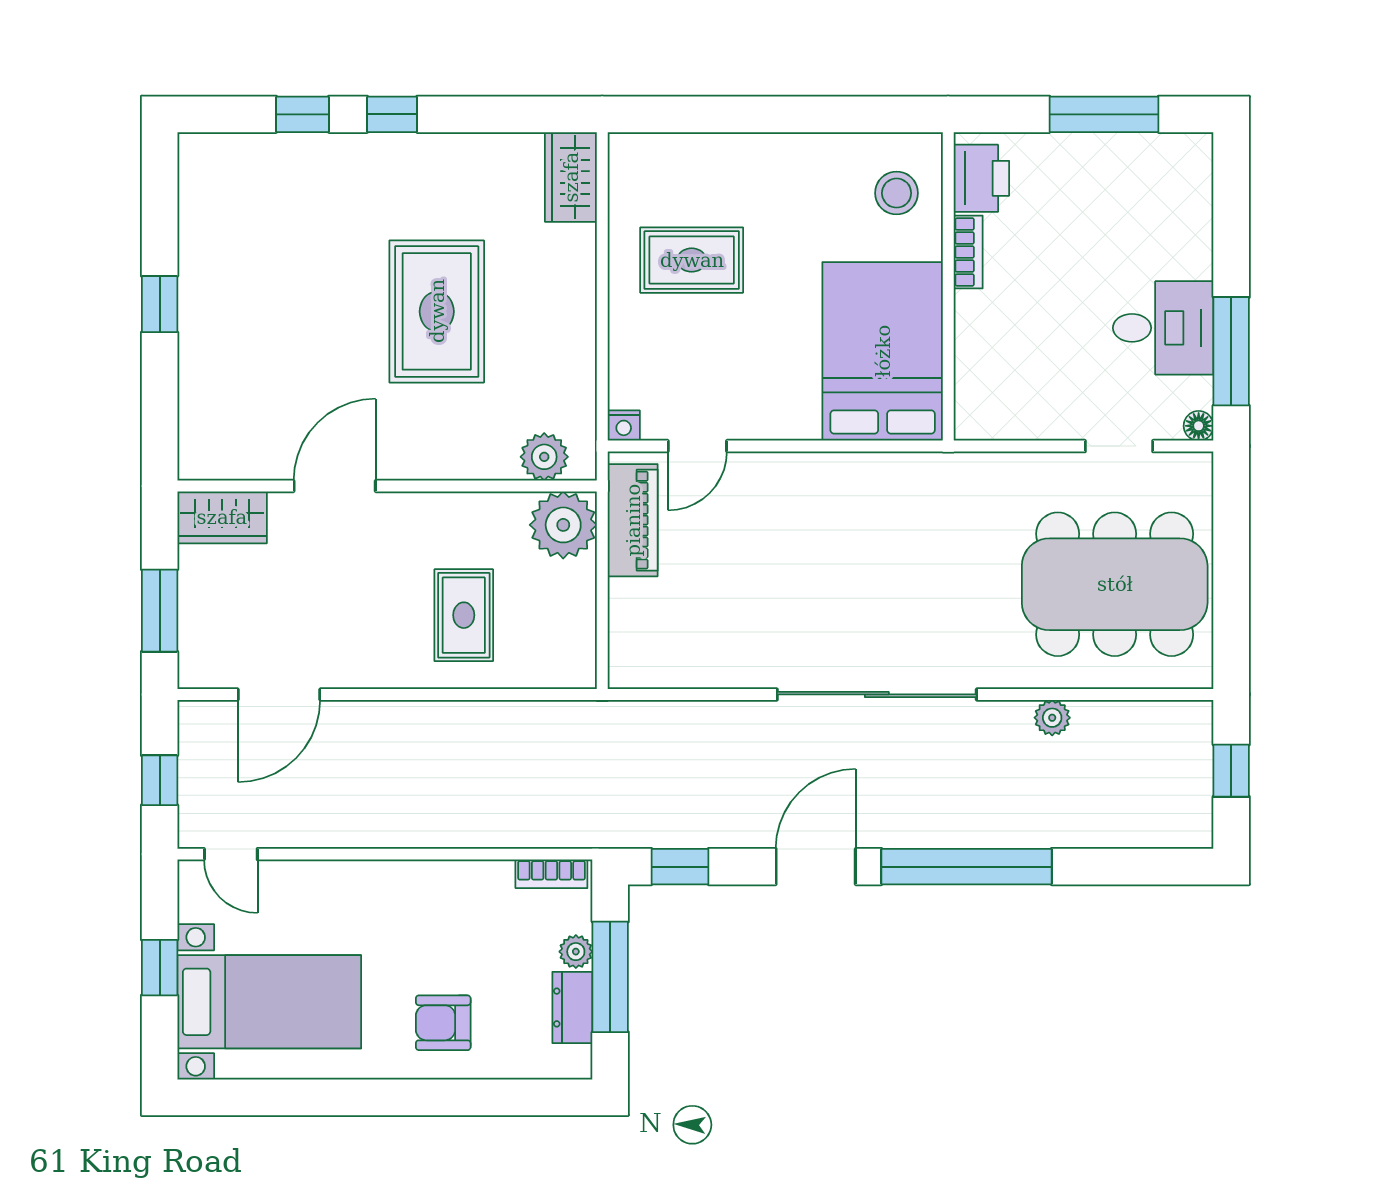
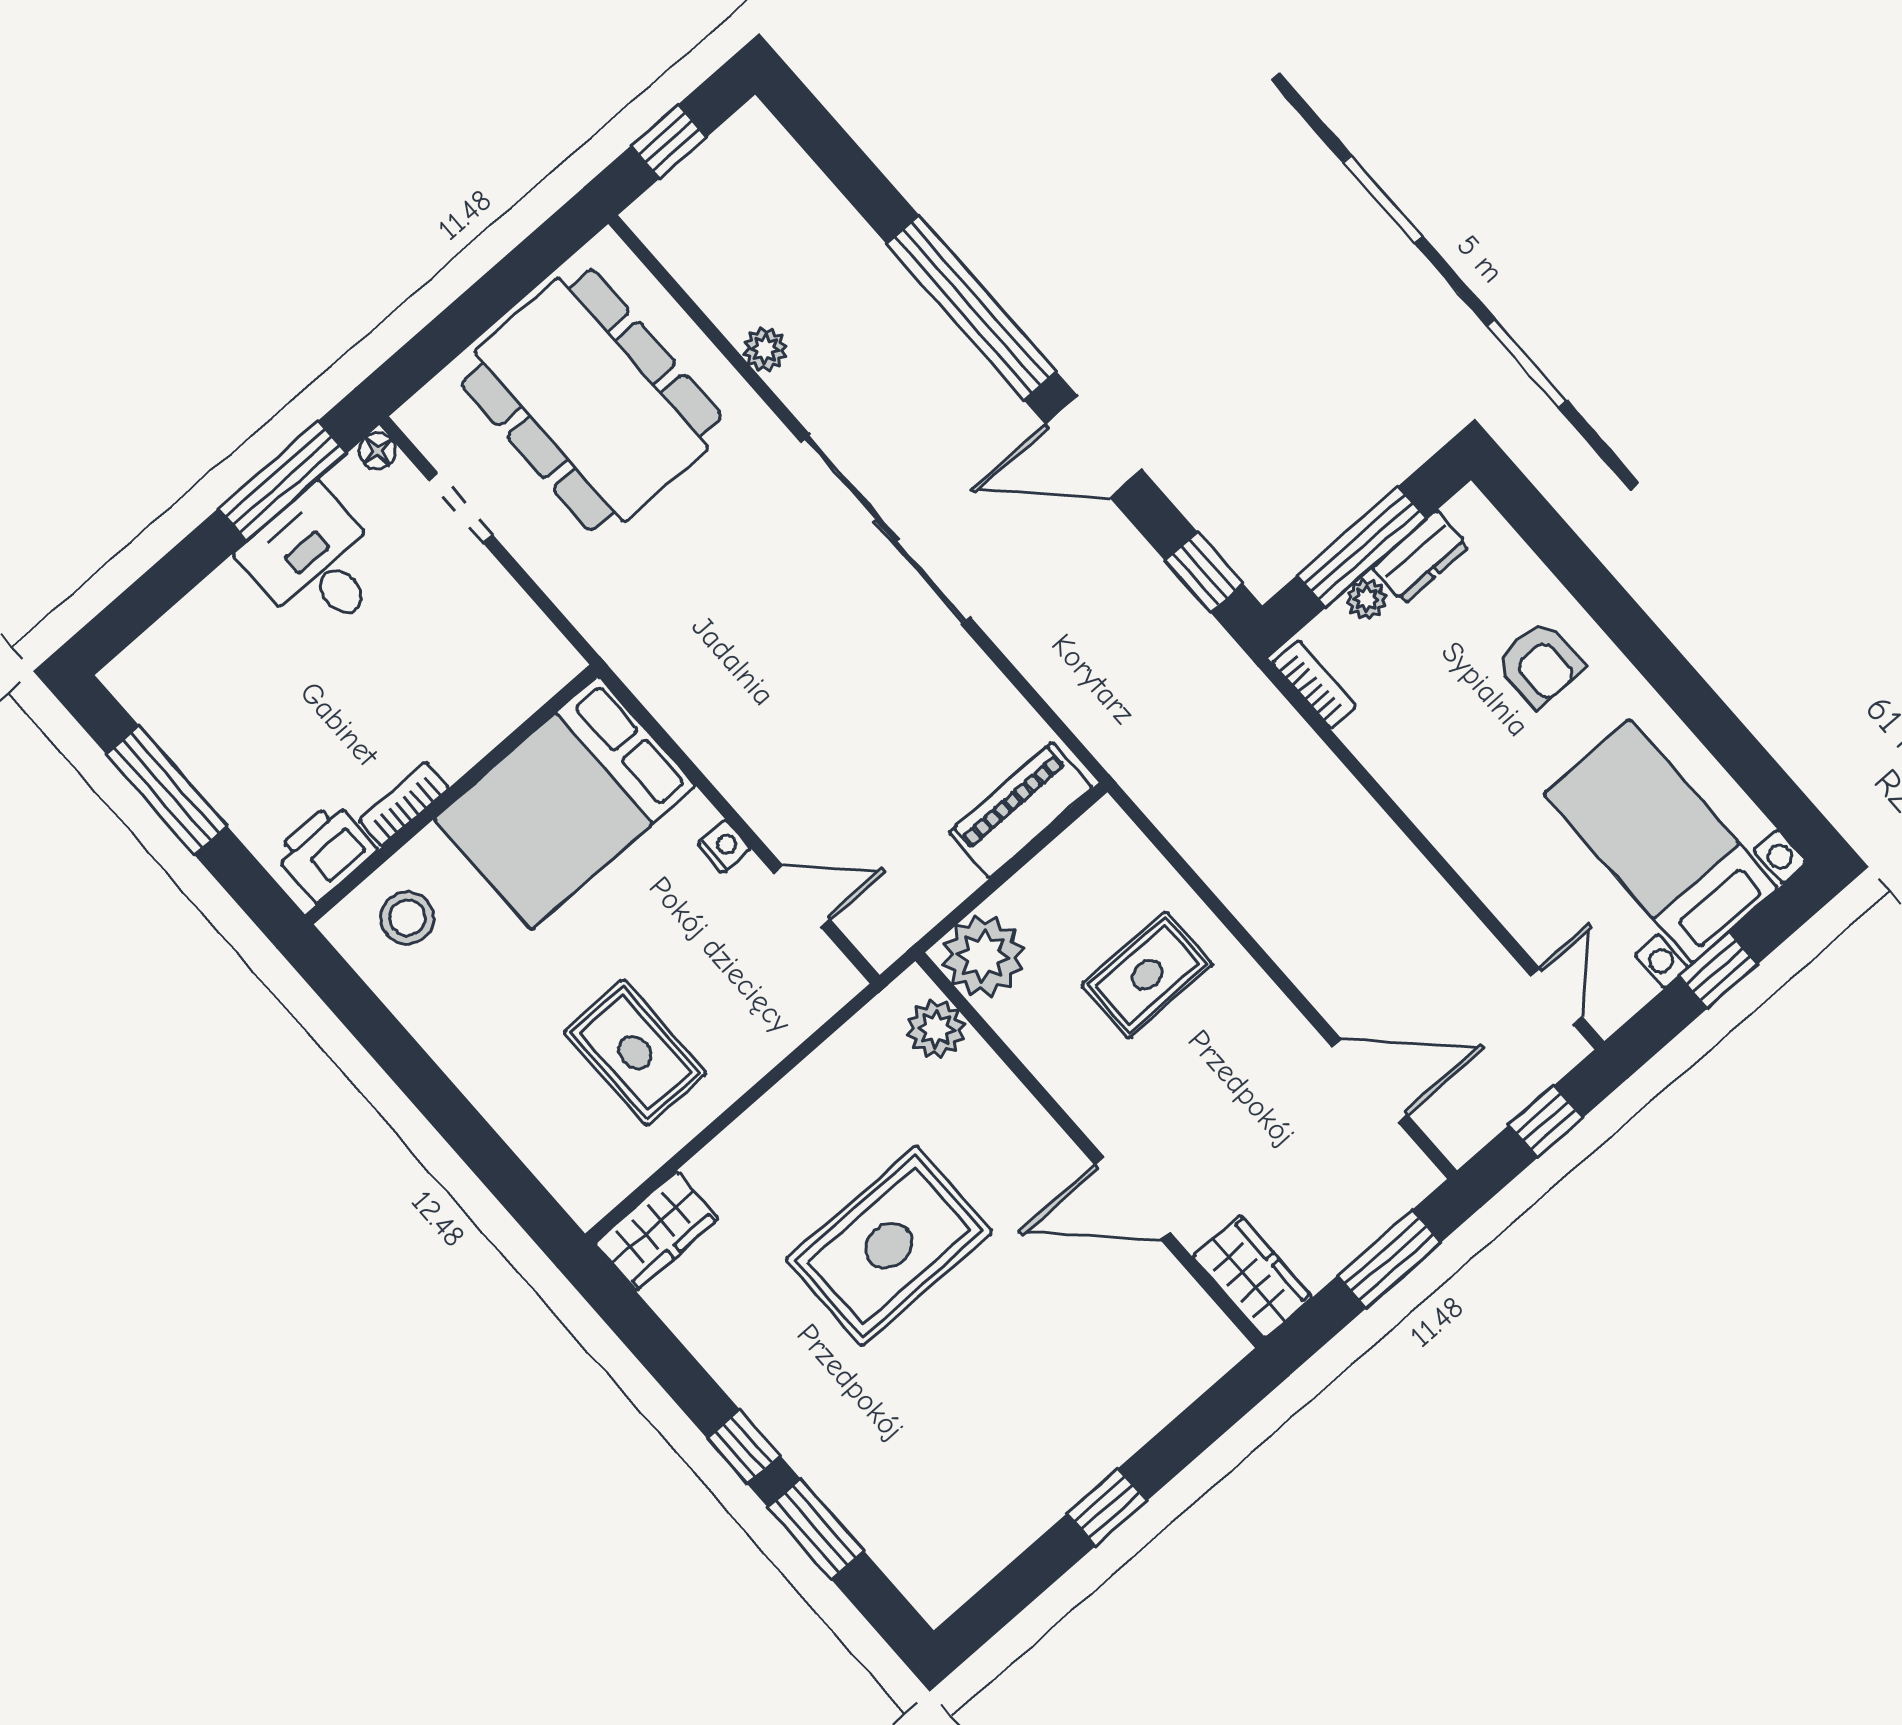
window: (303, 114) -> (816, 1529), width x1.50
nightstand: (624, 426) -> (724, 846), moved
piano: (633, 520) -> (1021, 810), moved

